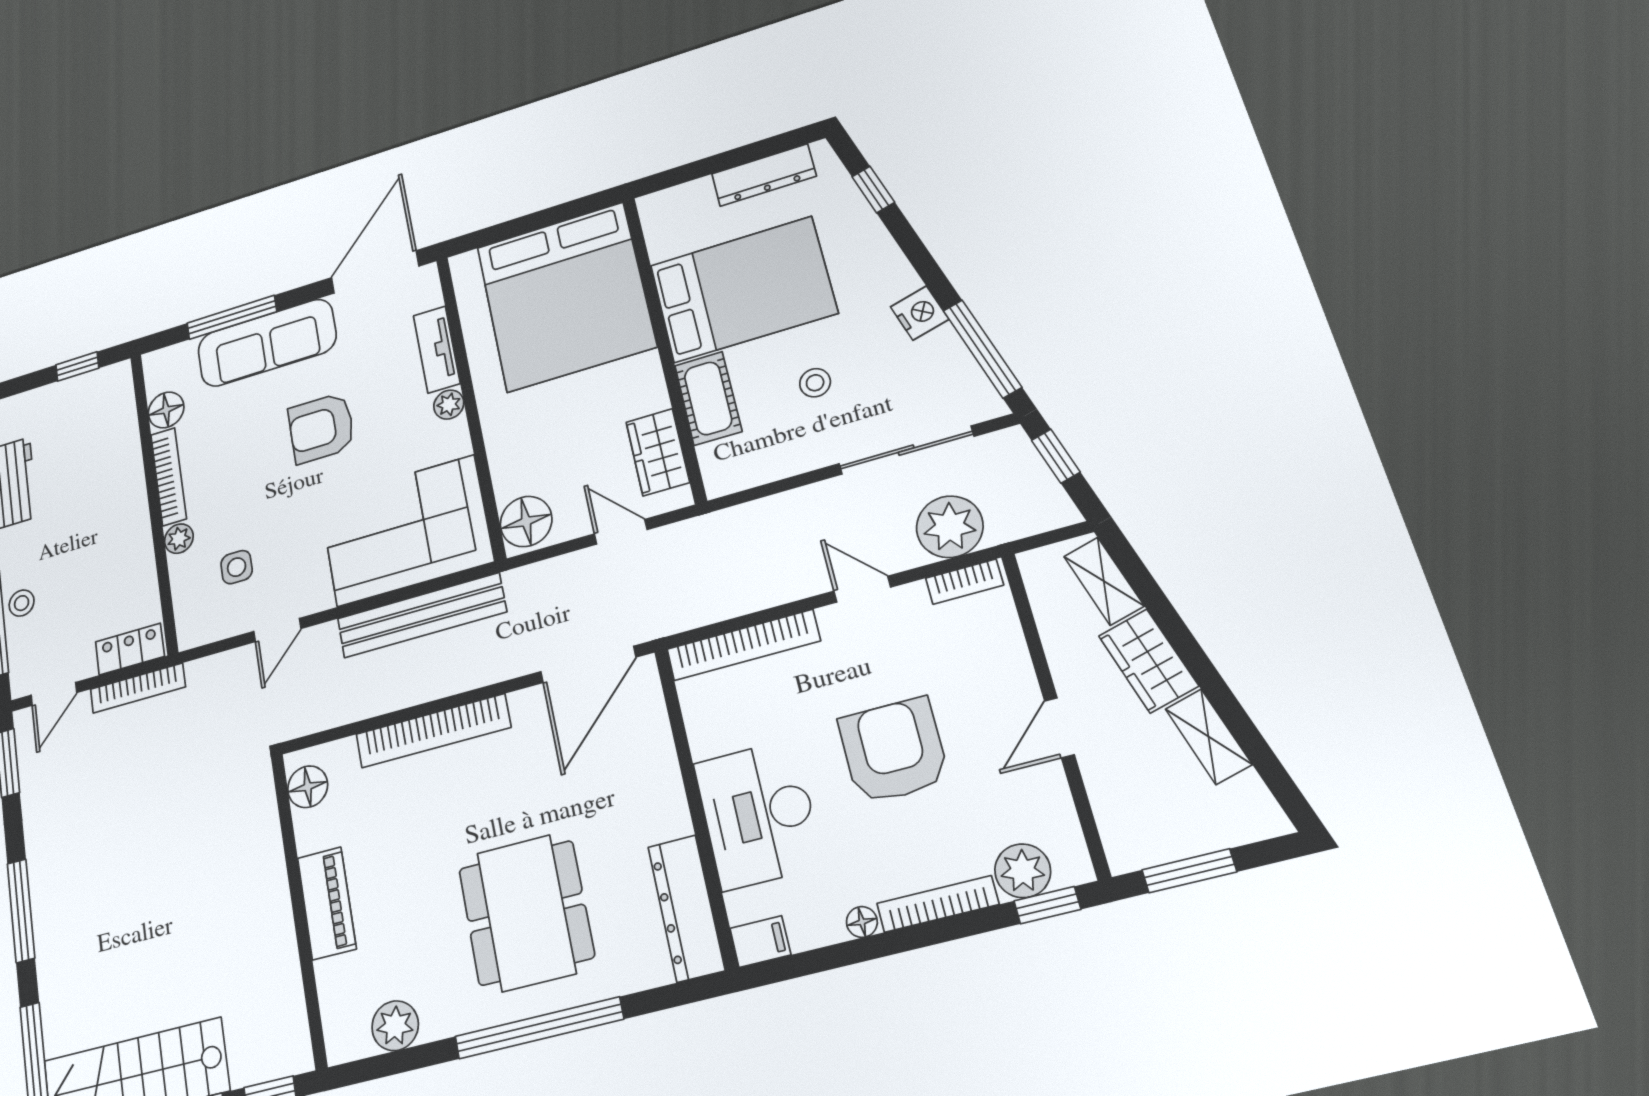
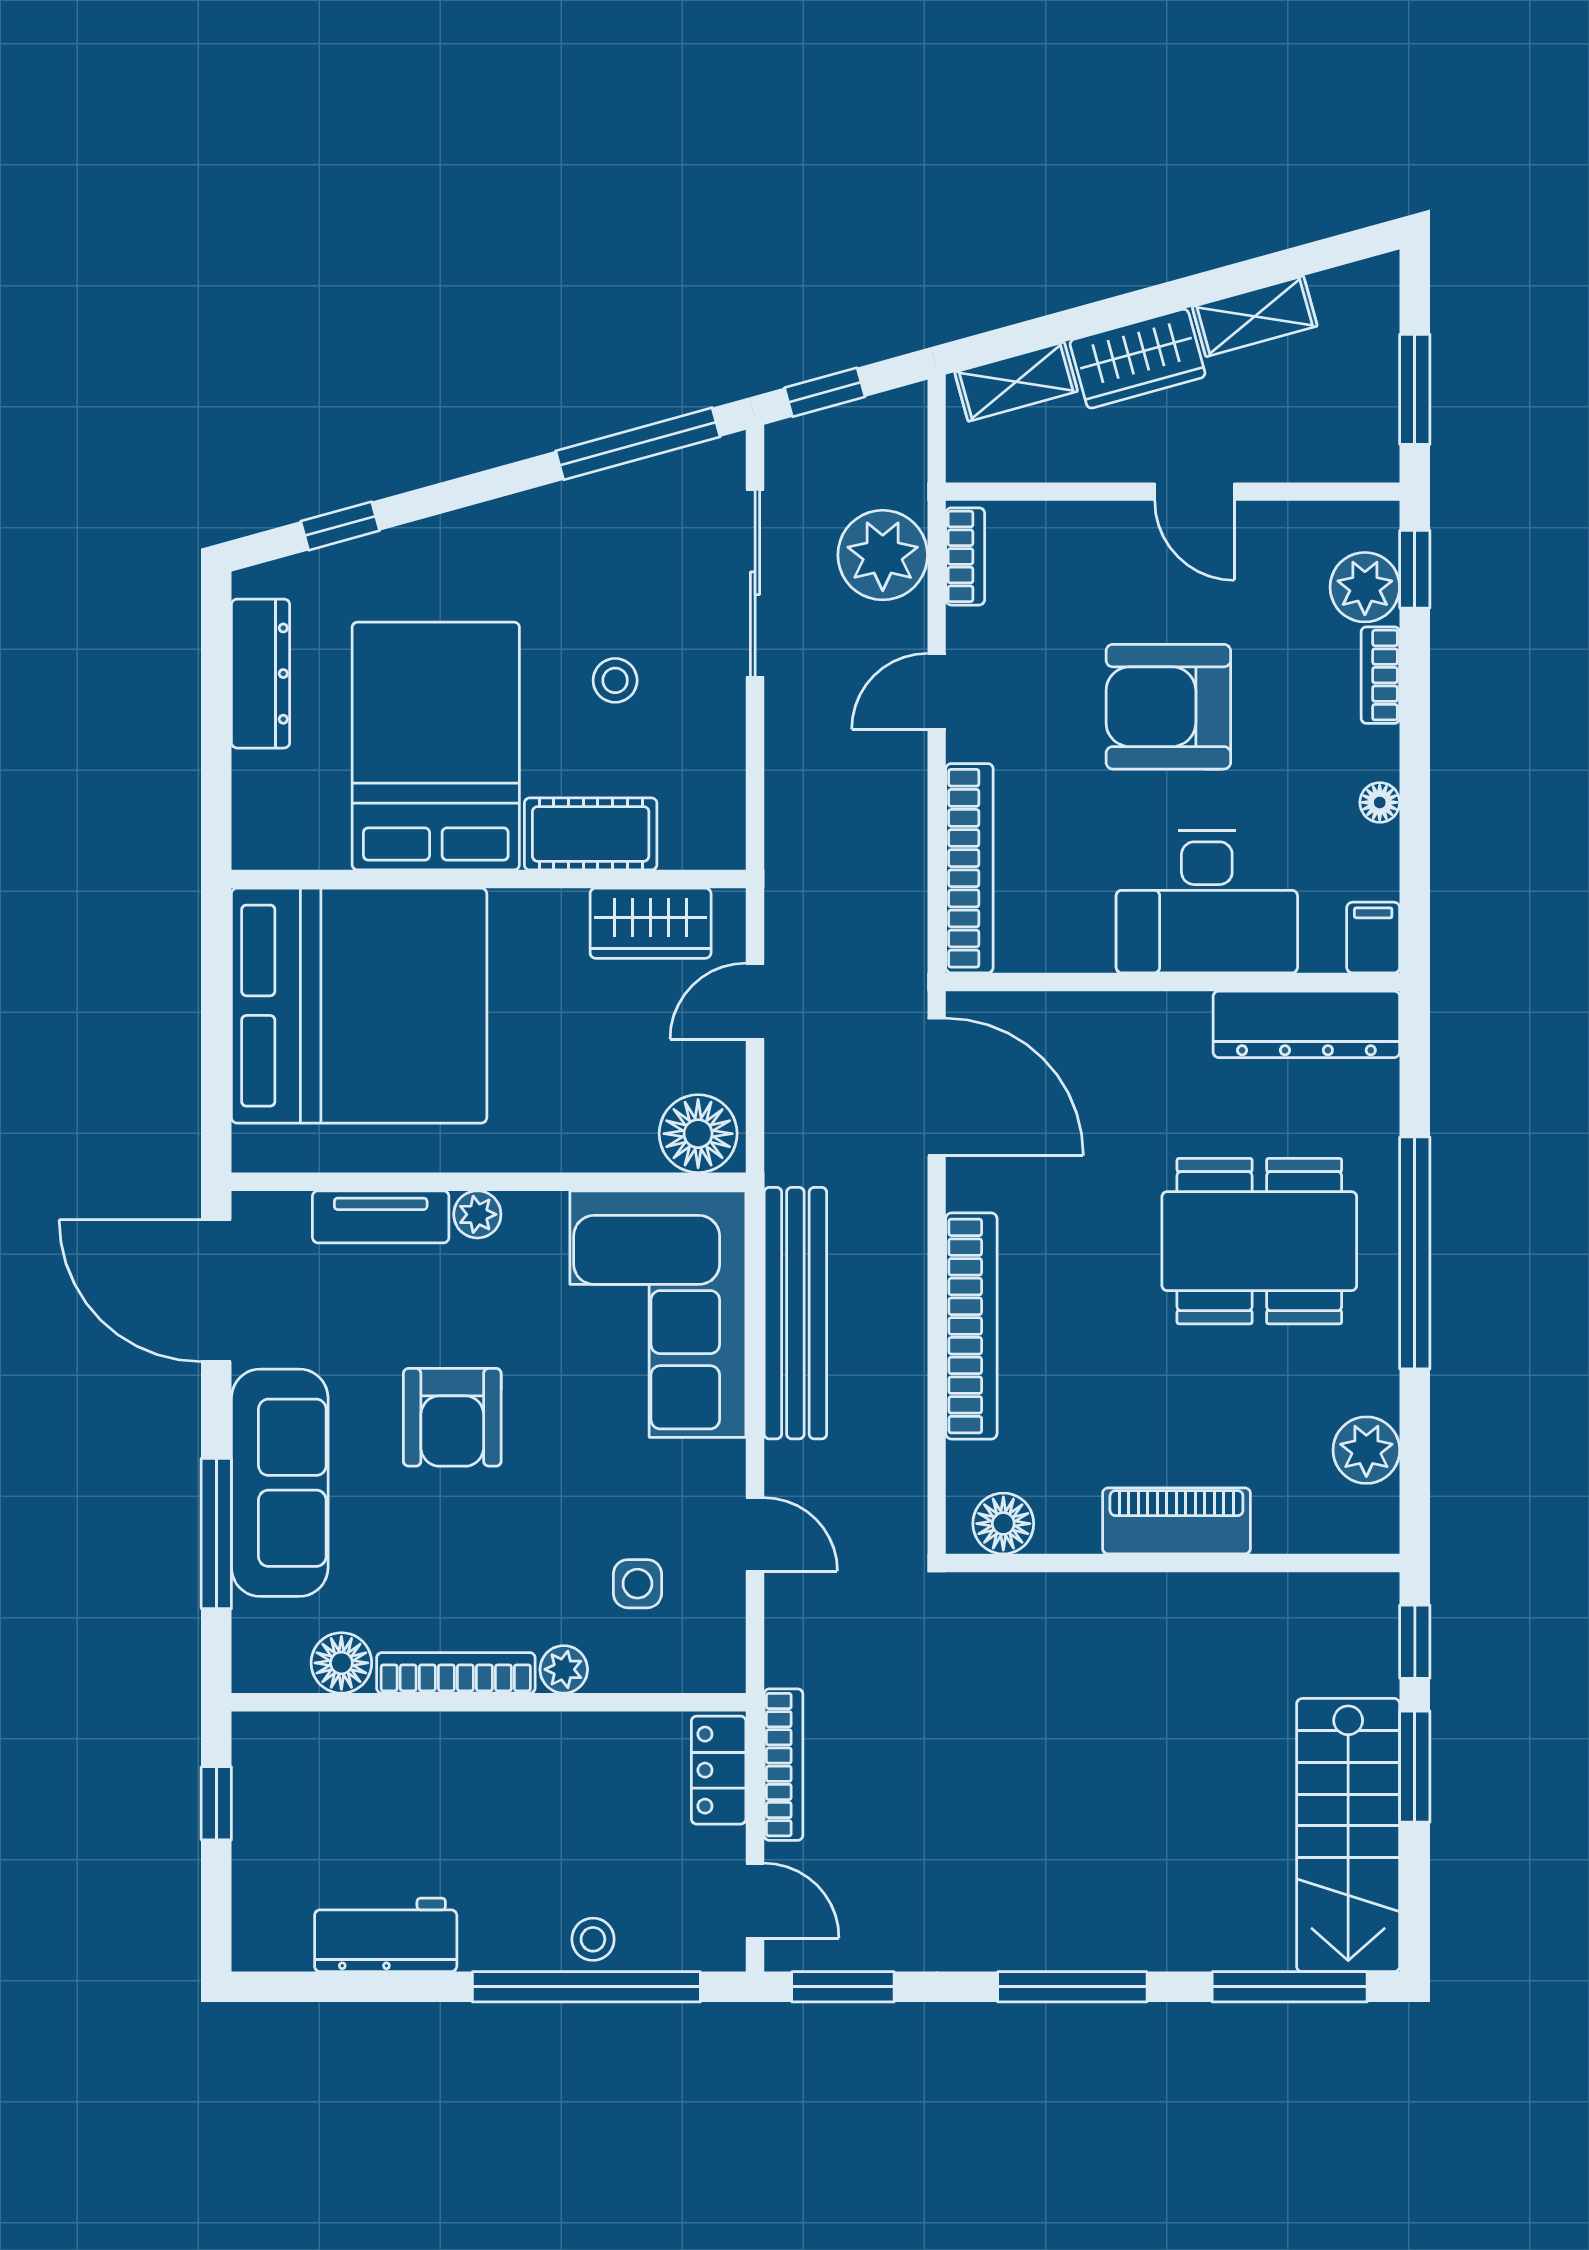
nightstand: (920, 313) -> (556, 513), removed
bookcase: (938, 904) -> (1380, 675), width x0.64

